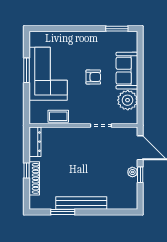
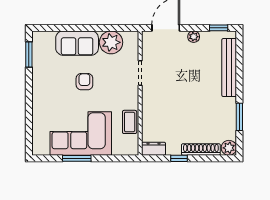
dresser: (35, 142) -> (153, 149), width x0.70
window: (27, 171) -> (179, 158), moved
window: (140, 175) -> (219, 28), moved
plant: (36, 203) -> (229, 148), added
bench: (81, 203) -> (229, 68), moved

